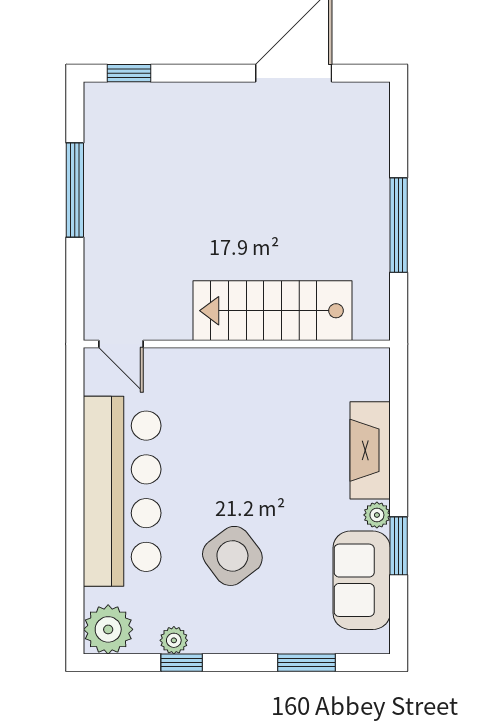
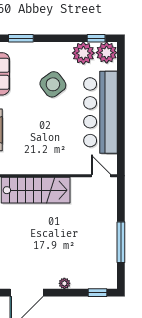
plant: (206, 95) -> (64, 283), added
plant: (174, 640) -> (83, 53), width x1.88, depth x1.88
window: (182, 663) -> (96, 38), moved

